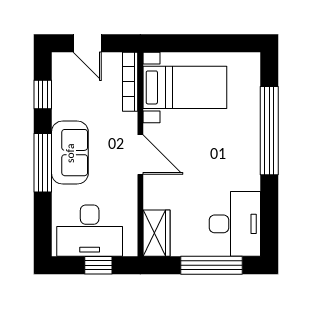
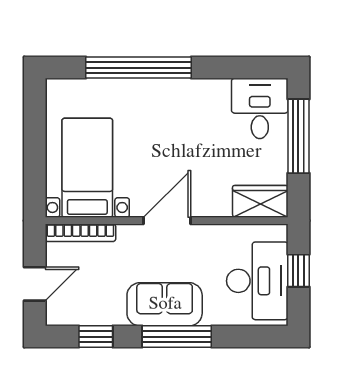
desk: (235, 224) -> (260, 108), width x0.73

